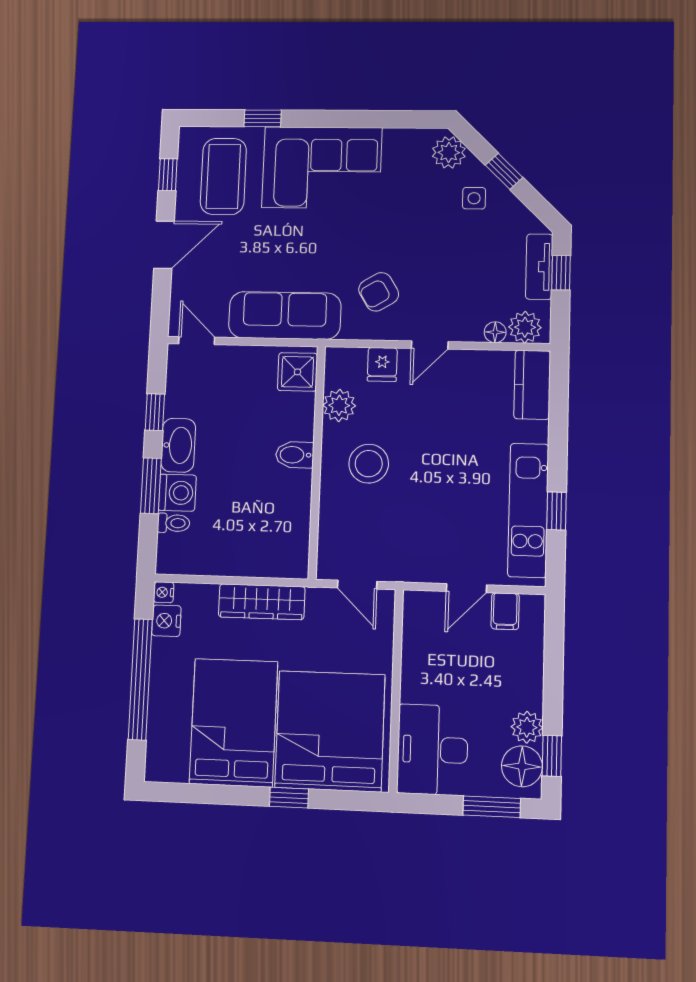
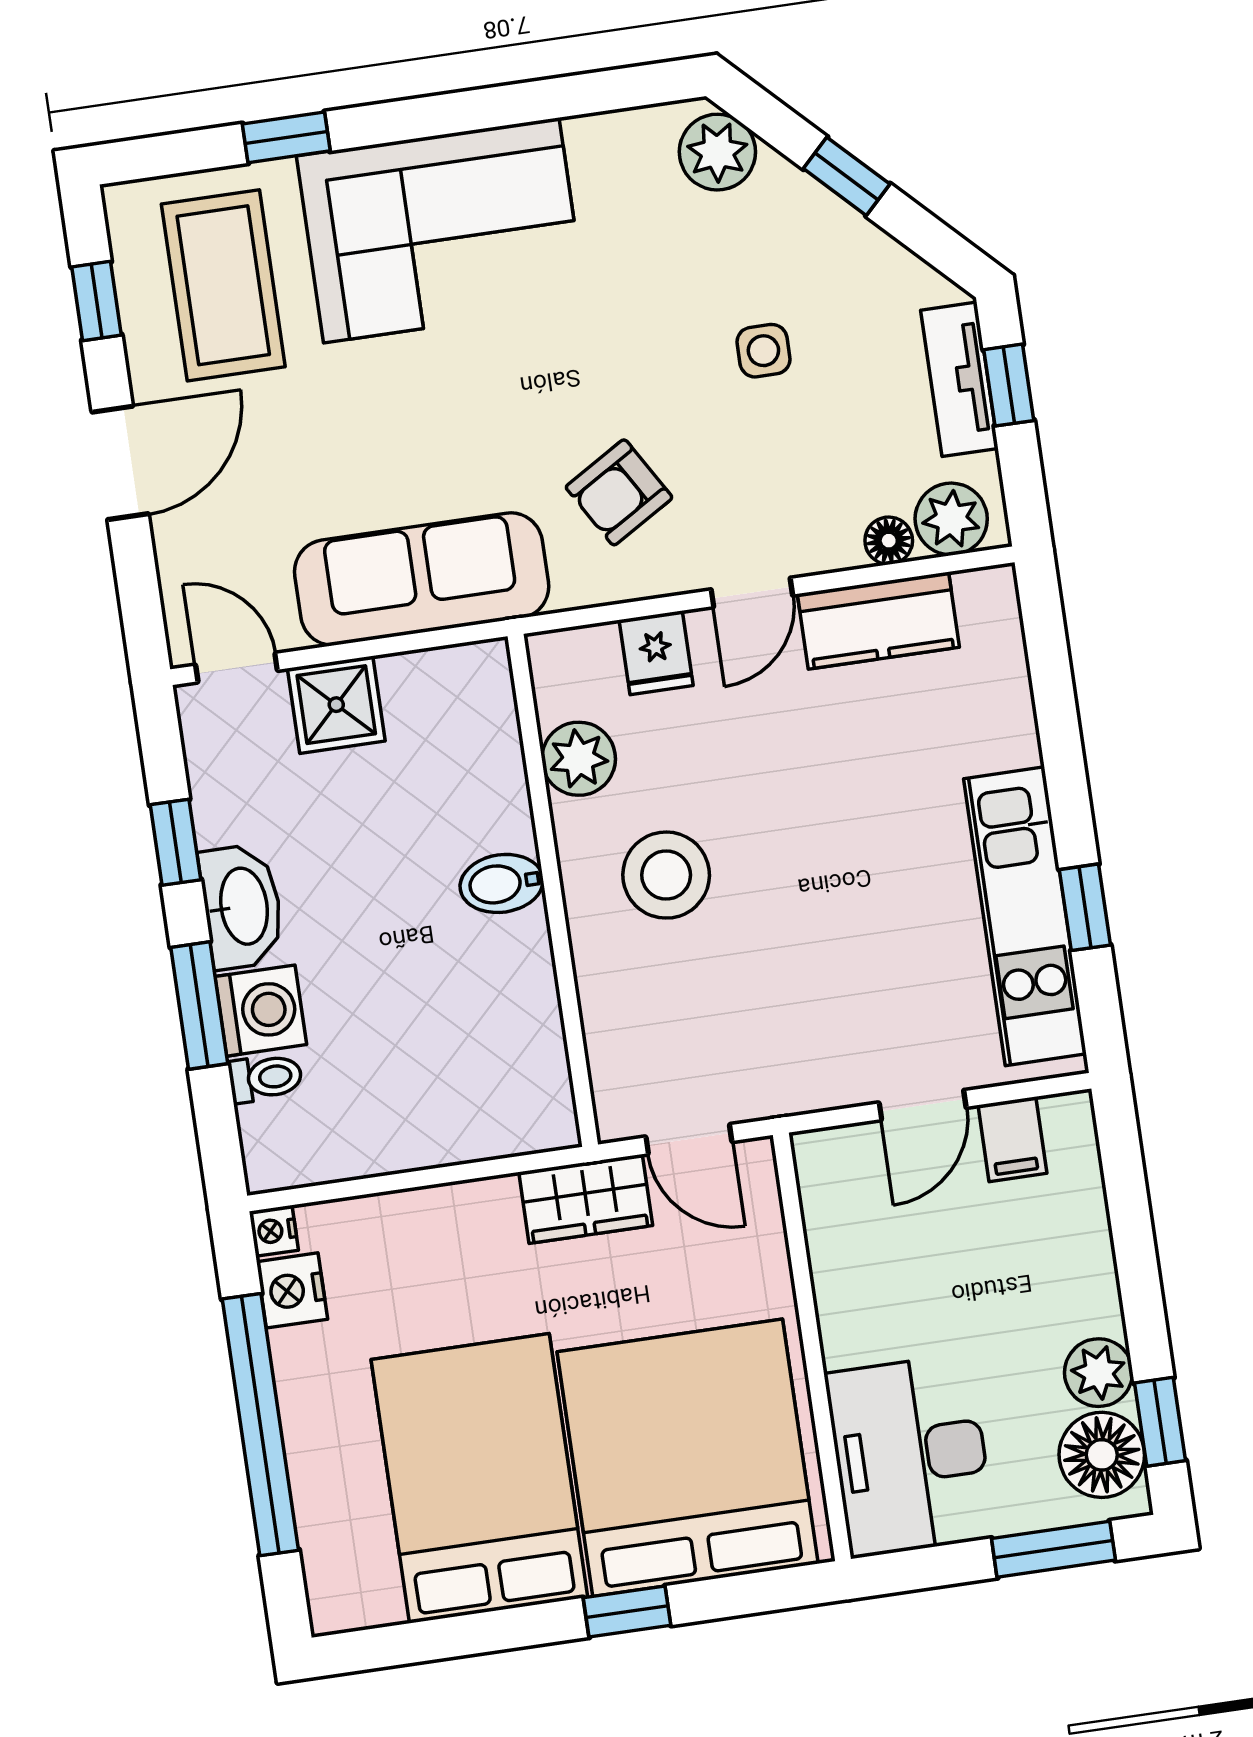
side table: (474, 198) -> (763, 351), moved
shower: (297, 372) -> (336, 705), moved
kitchen counter: (532, 385) -> (878, 621), moved, turned -90
wardrobe: (262, 602) -> (586, 1199), moved, width x0.67

